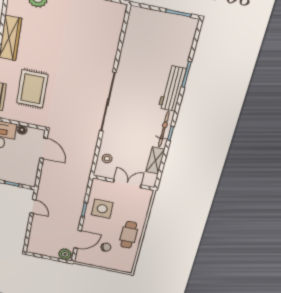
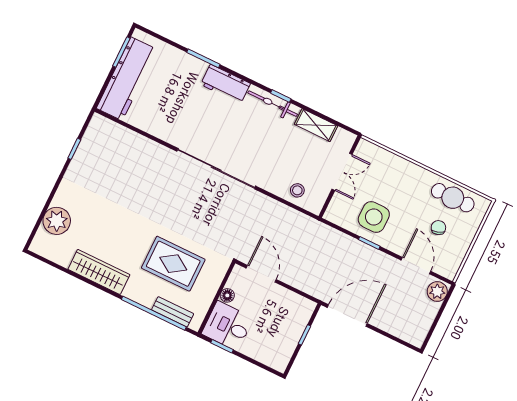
workbench: (159, 22) -> (127, 79), added
workbench: (172, 88) -> (226, 84), width x0.73
door: (43, 148) -> (261, 274), hinge flipped
double door: (127, 184) -> (342, 172), swing flipped
door: (33, 206) -> (347, 316), width x1.88
cafe table: (129, 235) -> (453, 198), moved

